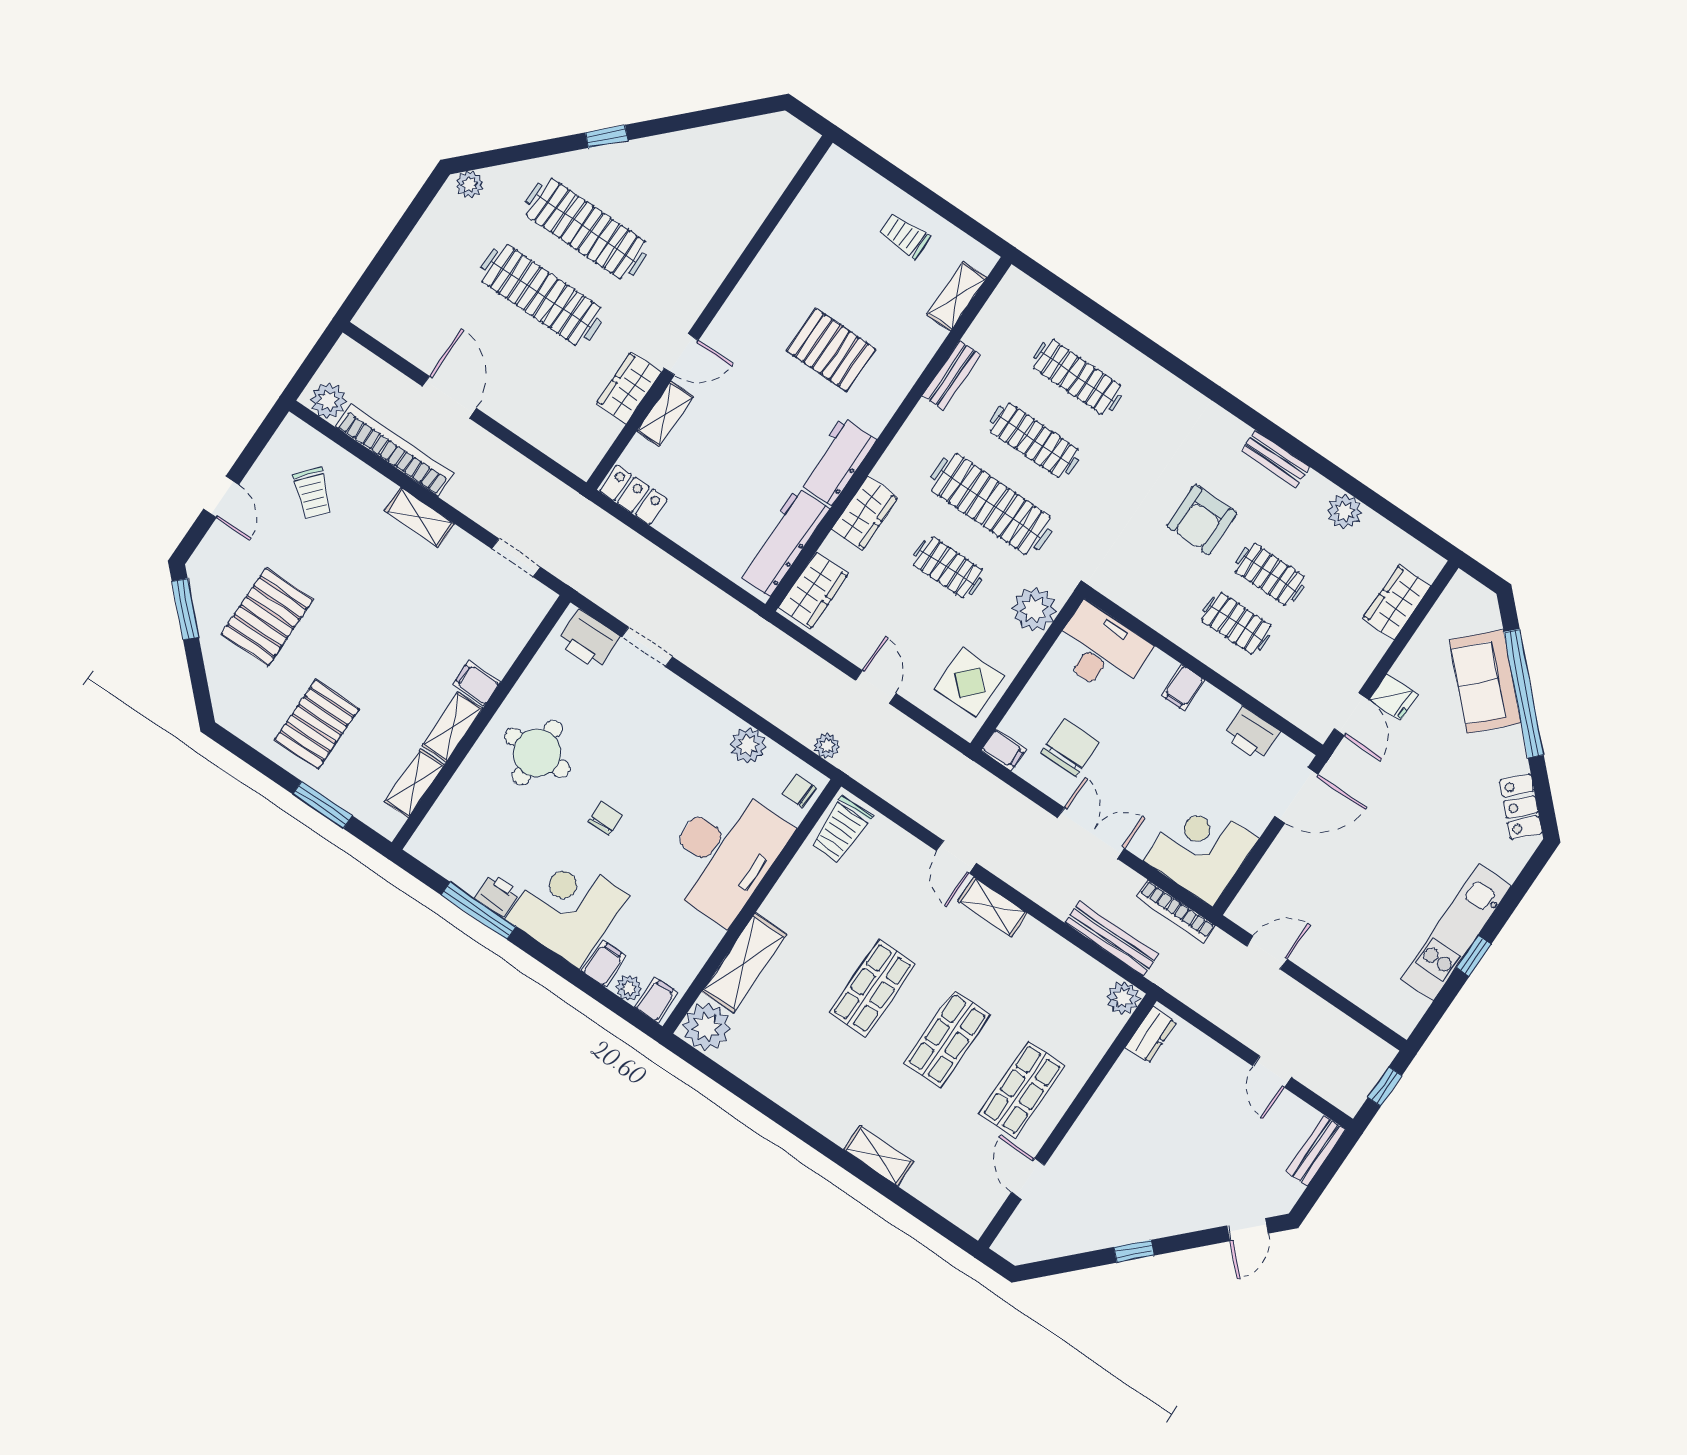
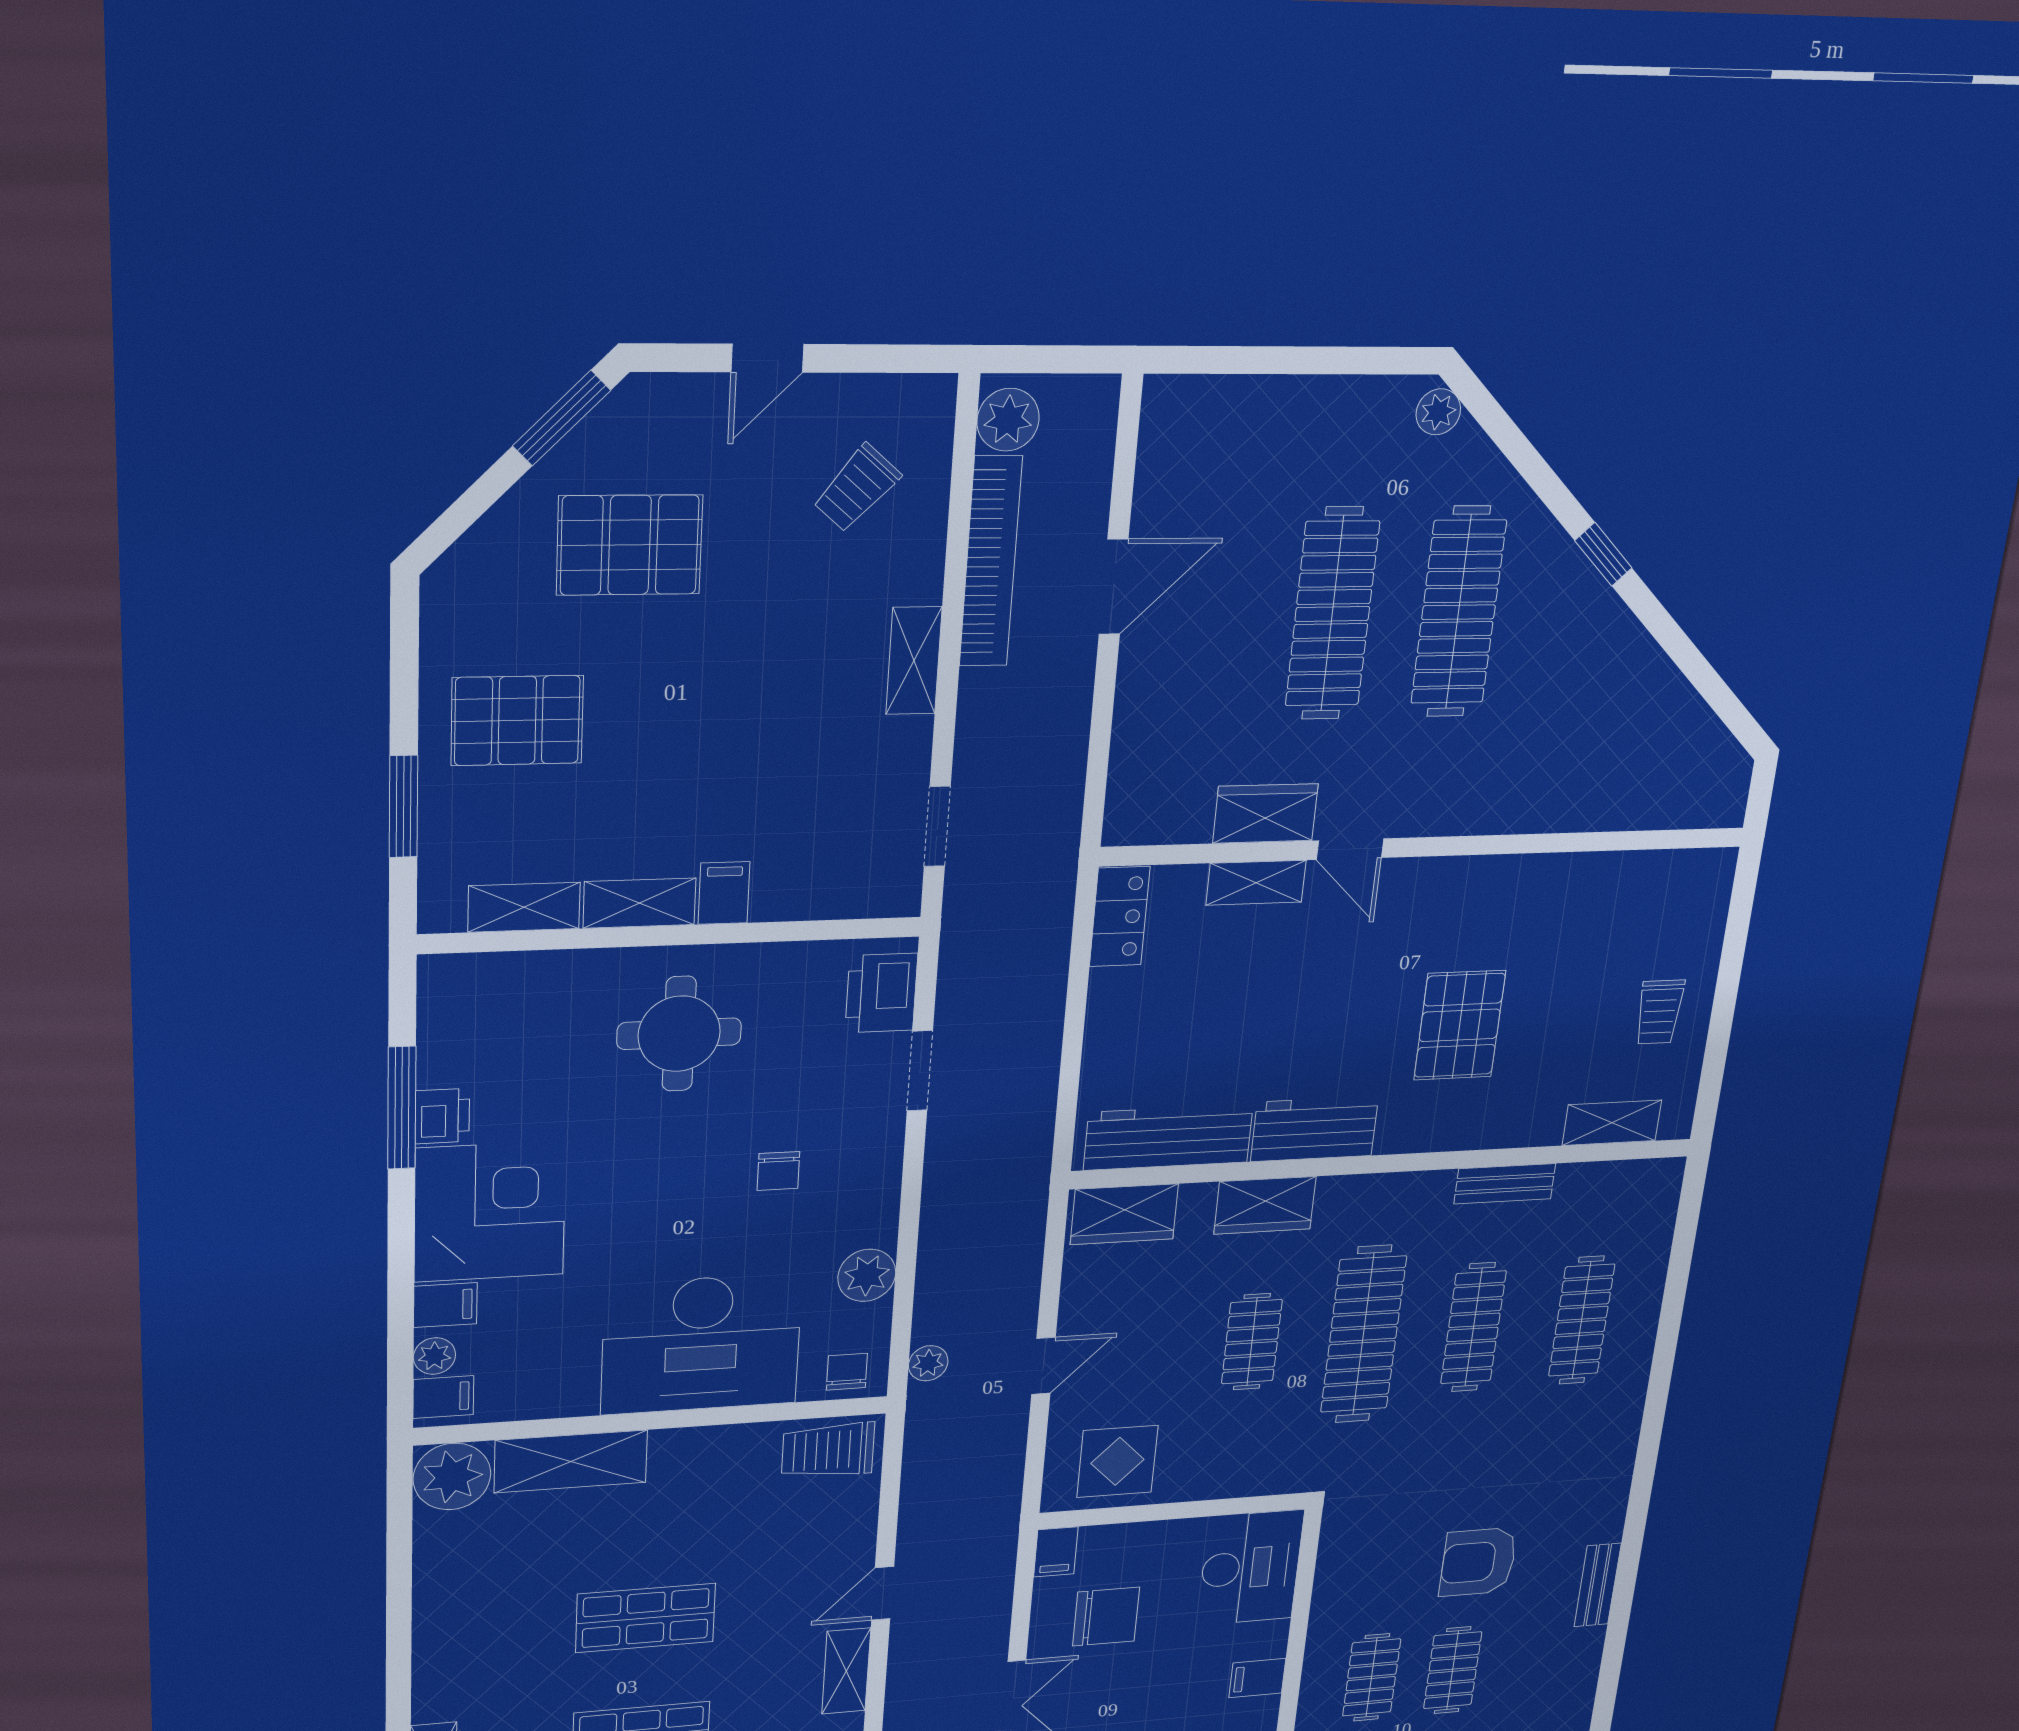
trolley: (905, 236) -> (1659, 1012), turned 180
plant: (1345, 511) -> (1574, 1691), removed
plant: (1034, 609) -> (1257, 1468), removed
chair: (606, 818) -> (778, 1171), moved, turned 90

